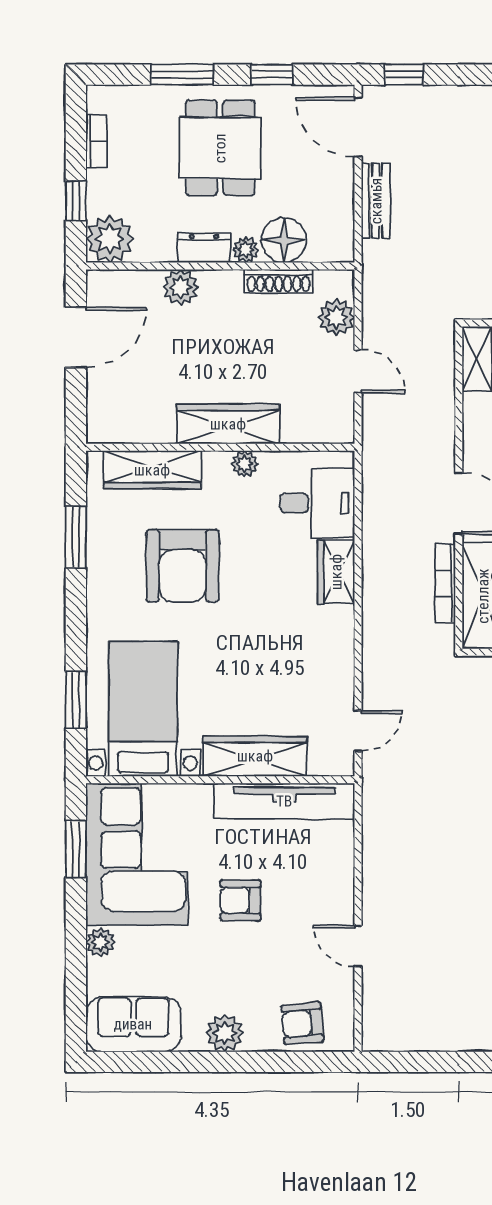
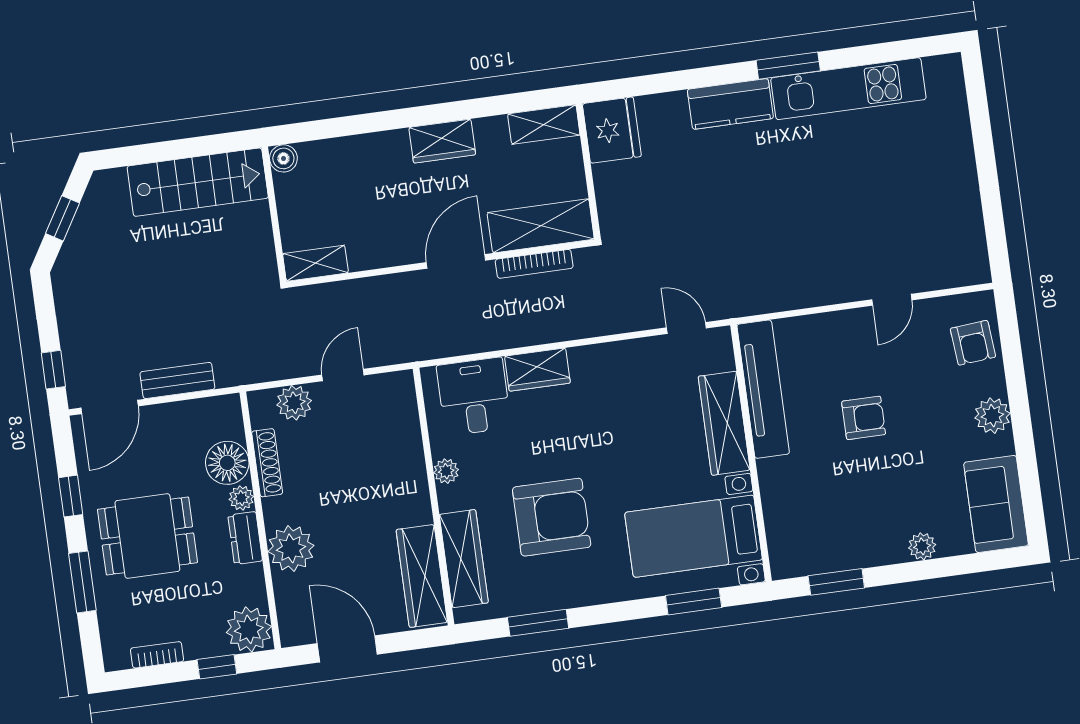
plant: (181, 287) -> (291, 548), width x1.36, depth x1.36
wardrobe: (228, 424) -> (422, 576), moved
corner sofa: (137, 854) -> (833, 523), removed
armchair: (241, 900) -> (864, 418), turned -90

